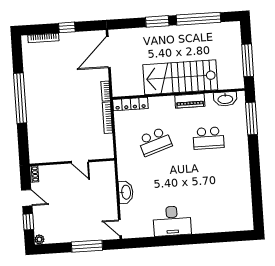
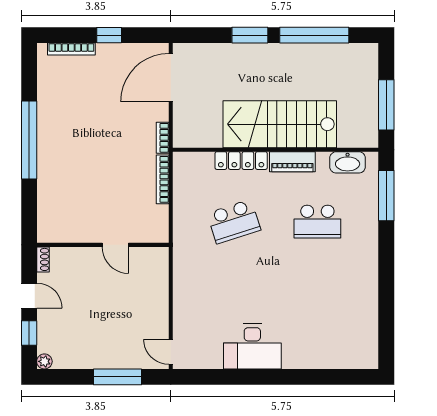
locker: (130, 104) -> (241, 161), moved
washbasin: (126, 192) -> (183, 297), removed

